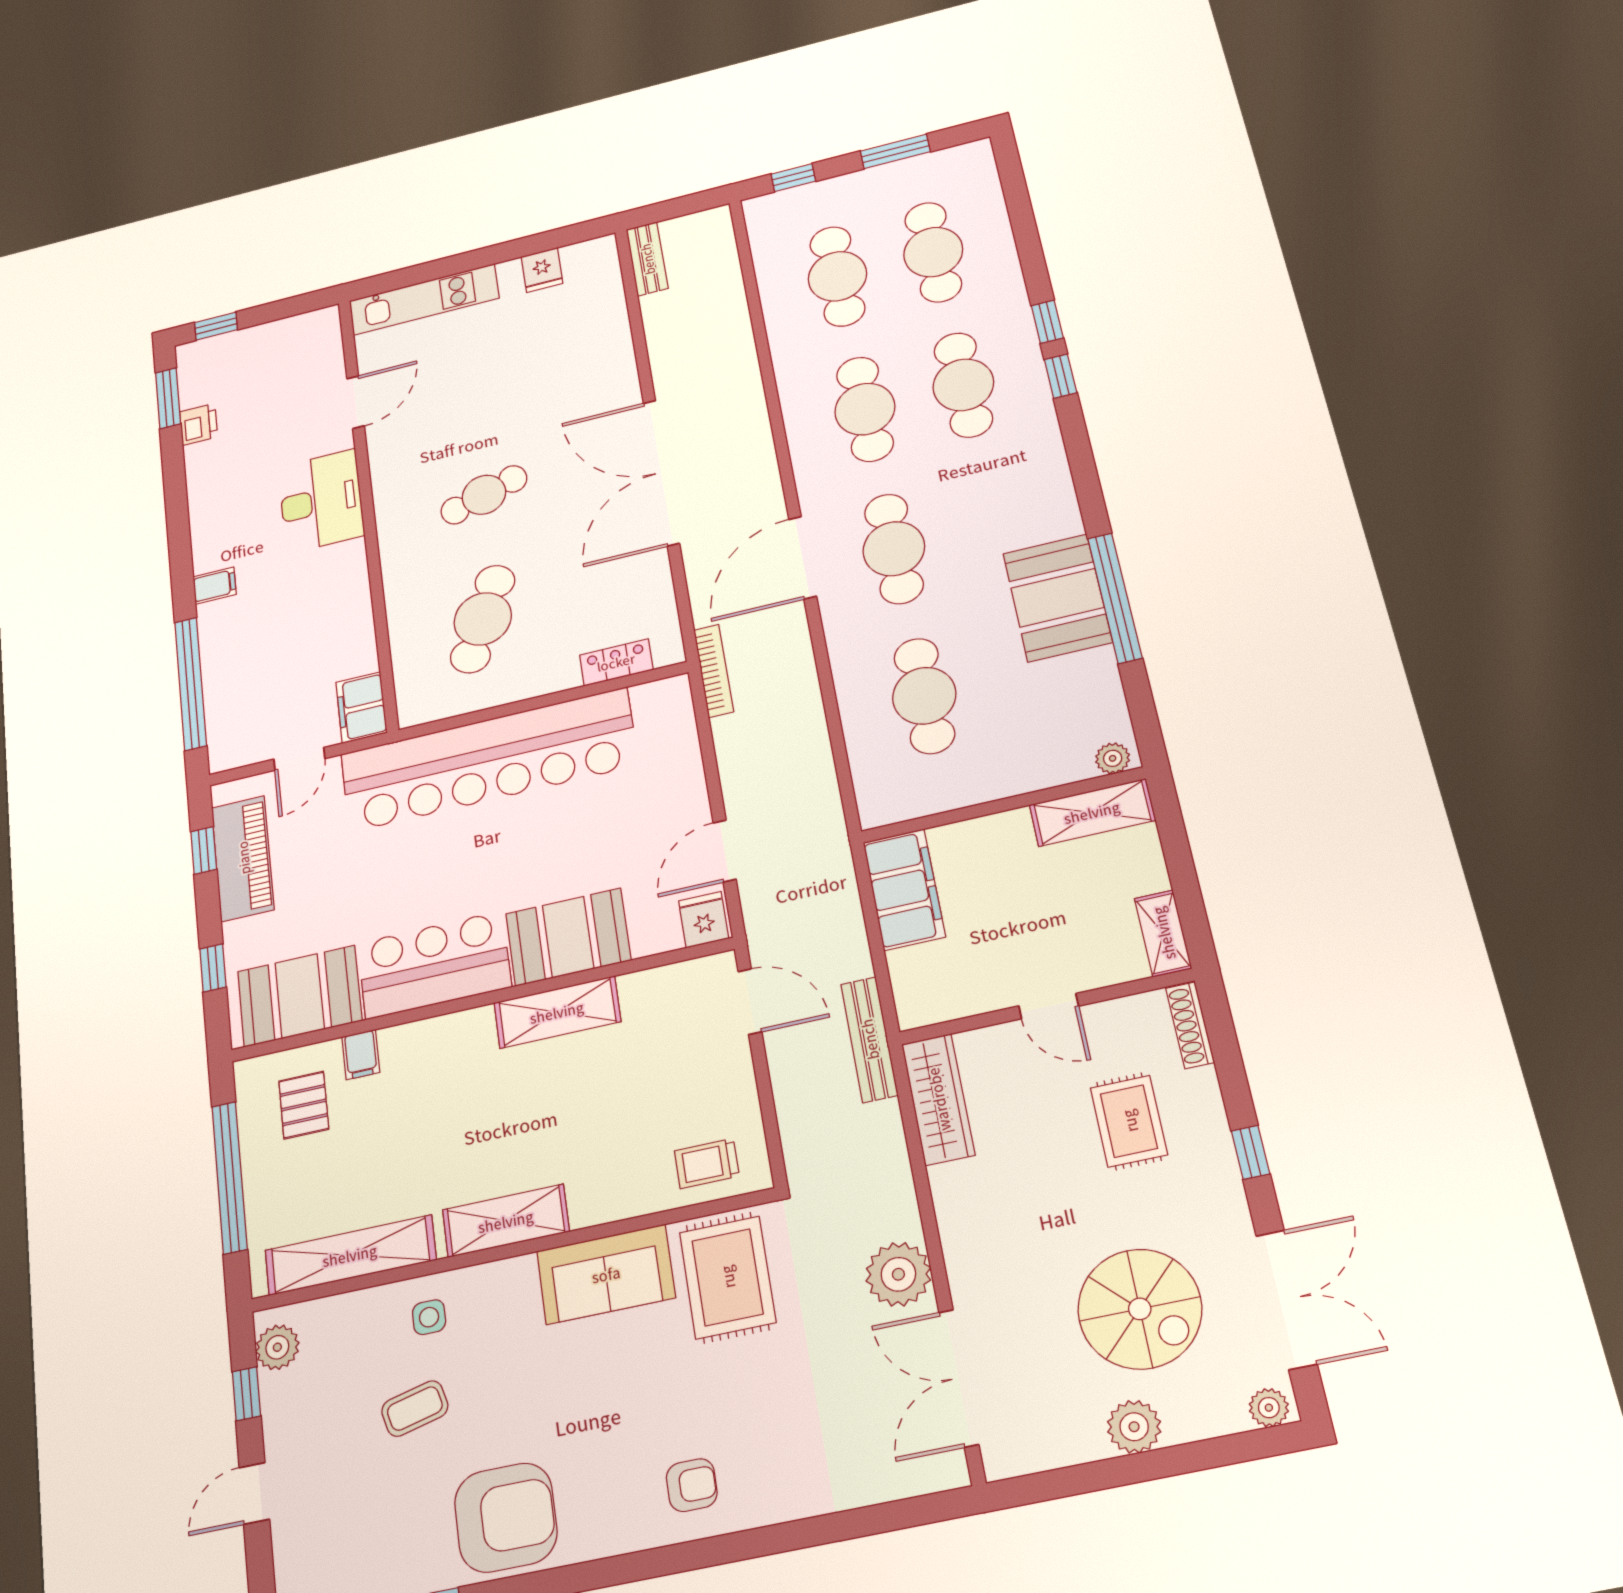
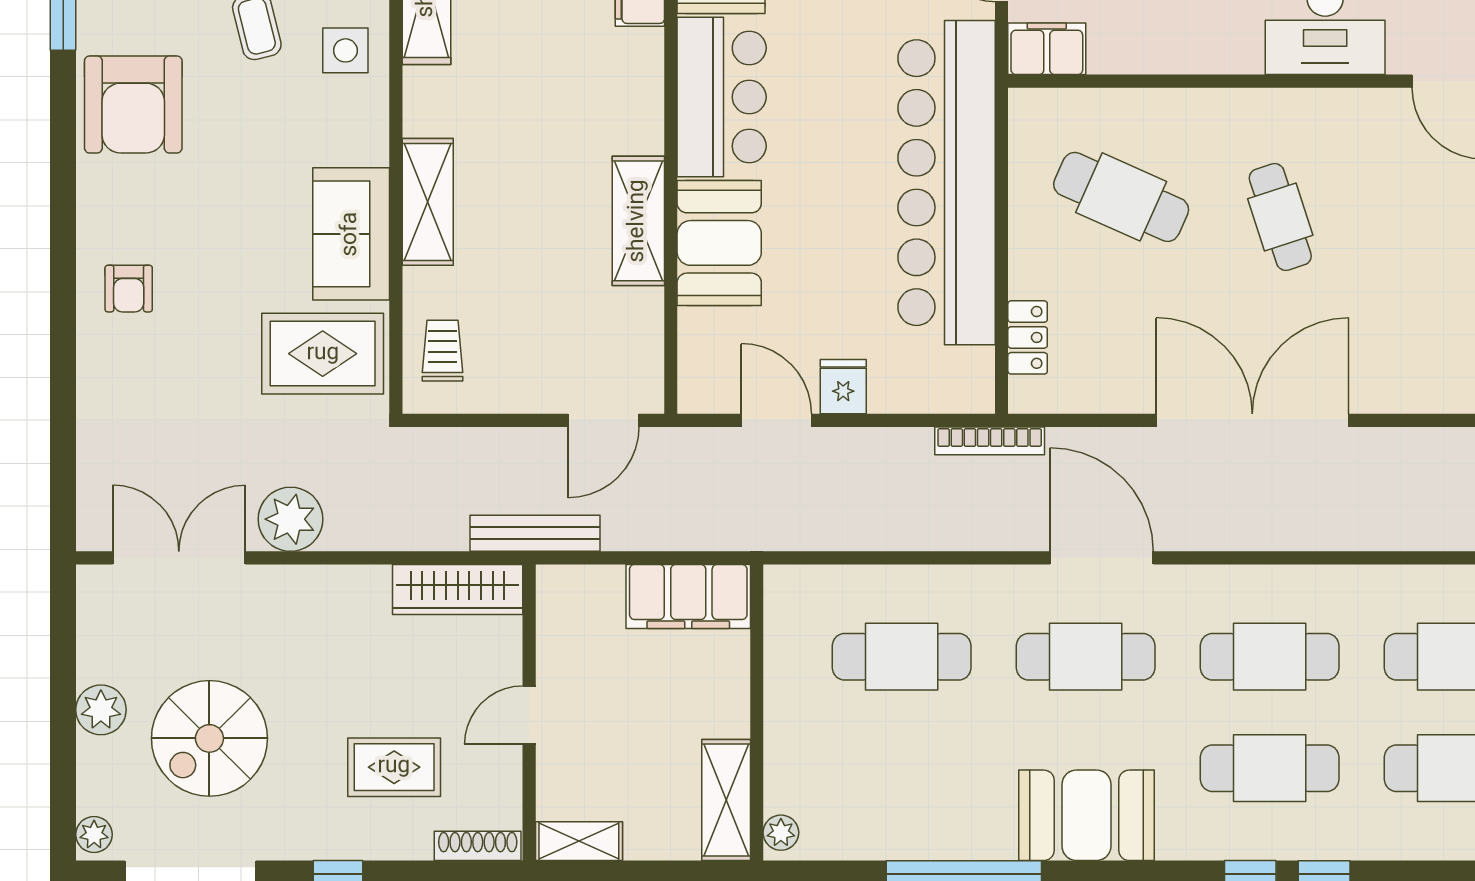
booth: (1057, 598) -> (1086, 815), moved
fridge: (704, 920) -> (843, 387), moved, turned -90
shelving: (506, 1221) -> (428, 202), moved
side table: (429, 1317) -> (345, 50), width x1.37, depth x1.37

